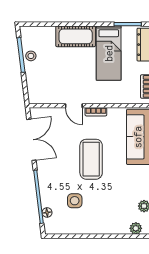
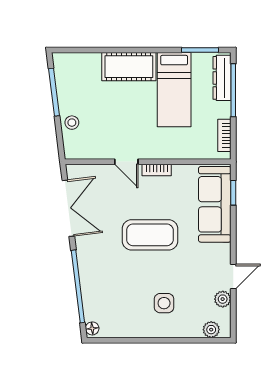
stool: (31, 56) -> (72, 123), moved
coffee table: (91, 159) -> (150, 235), turned 90
side table: (75, 201) -> (164, 303), moved
floor lamp: (47, 212) -> (92, 328), moved

